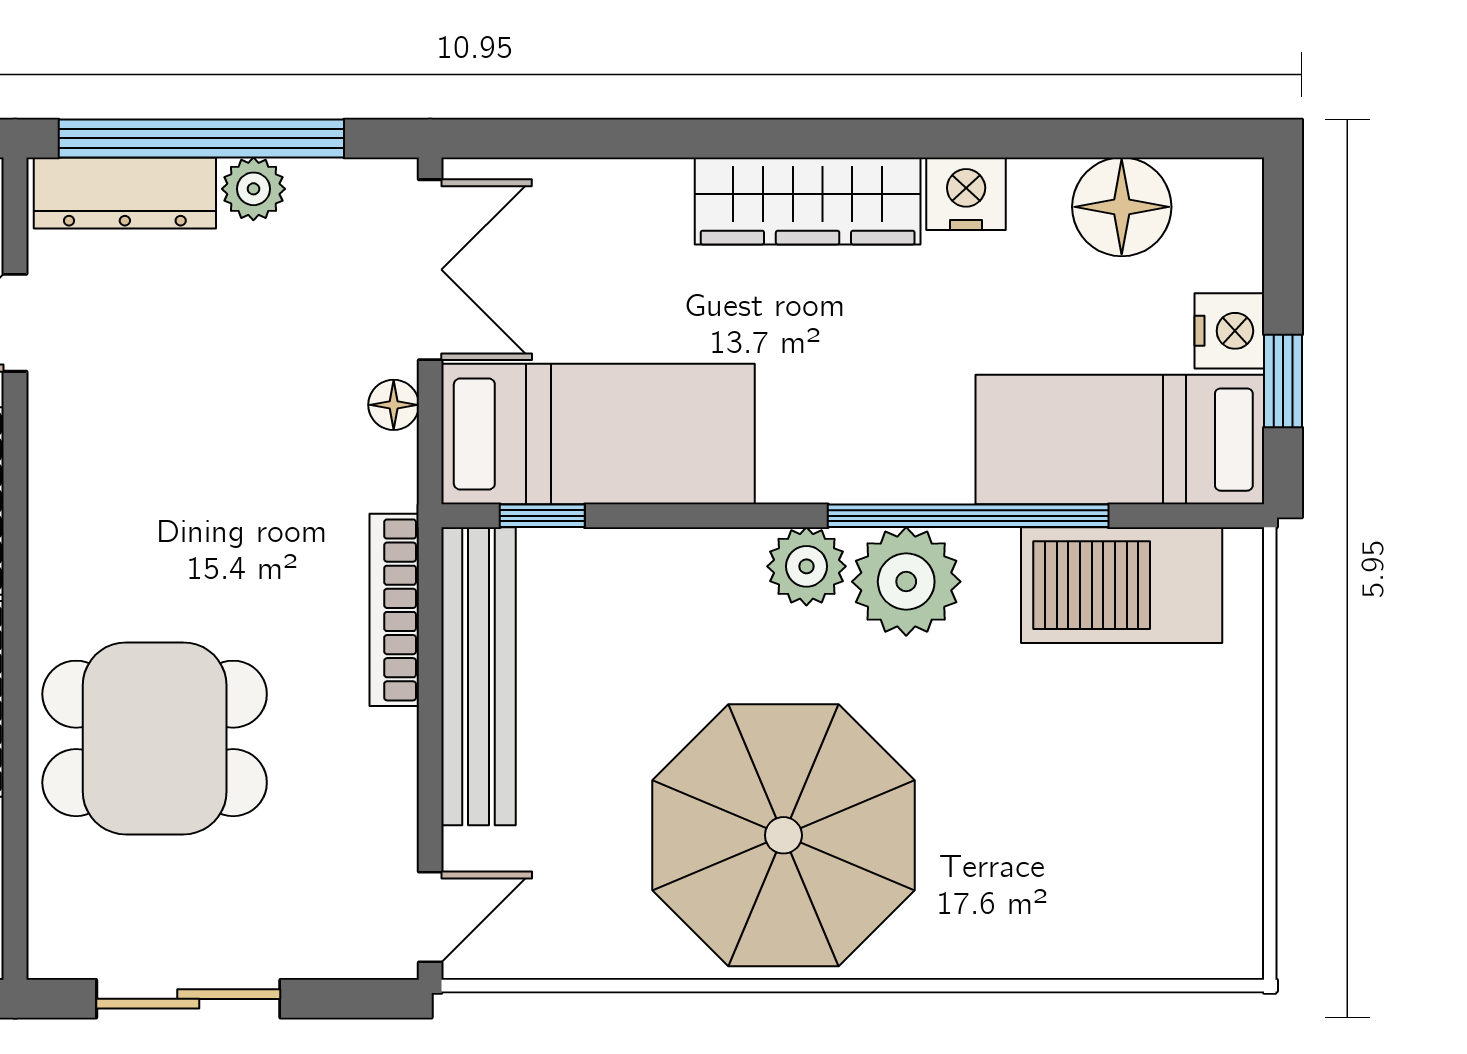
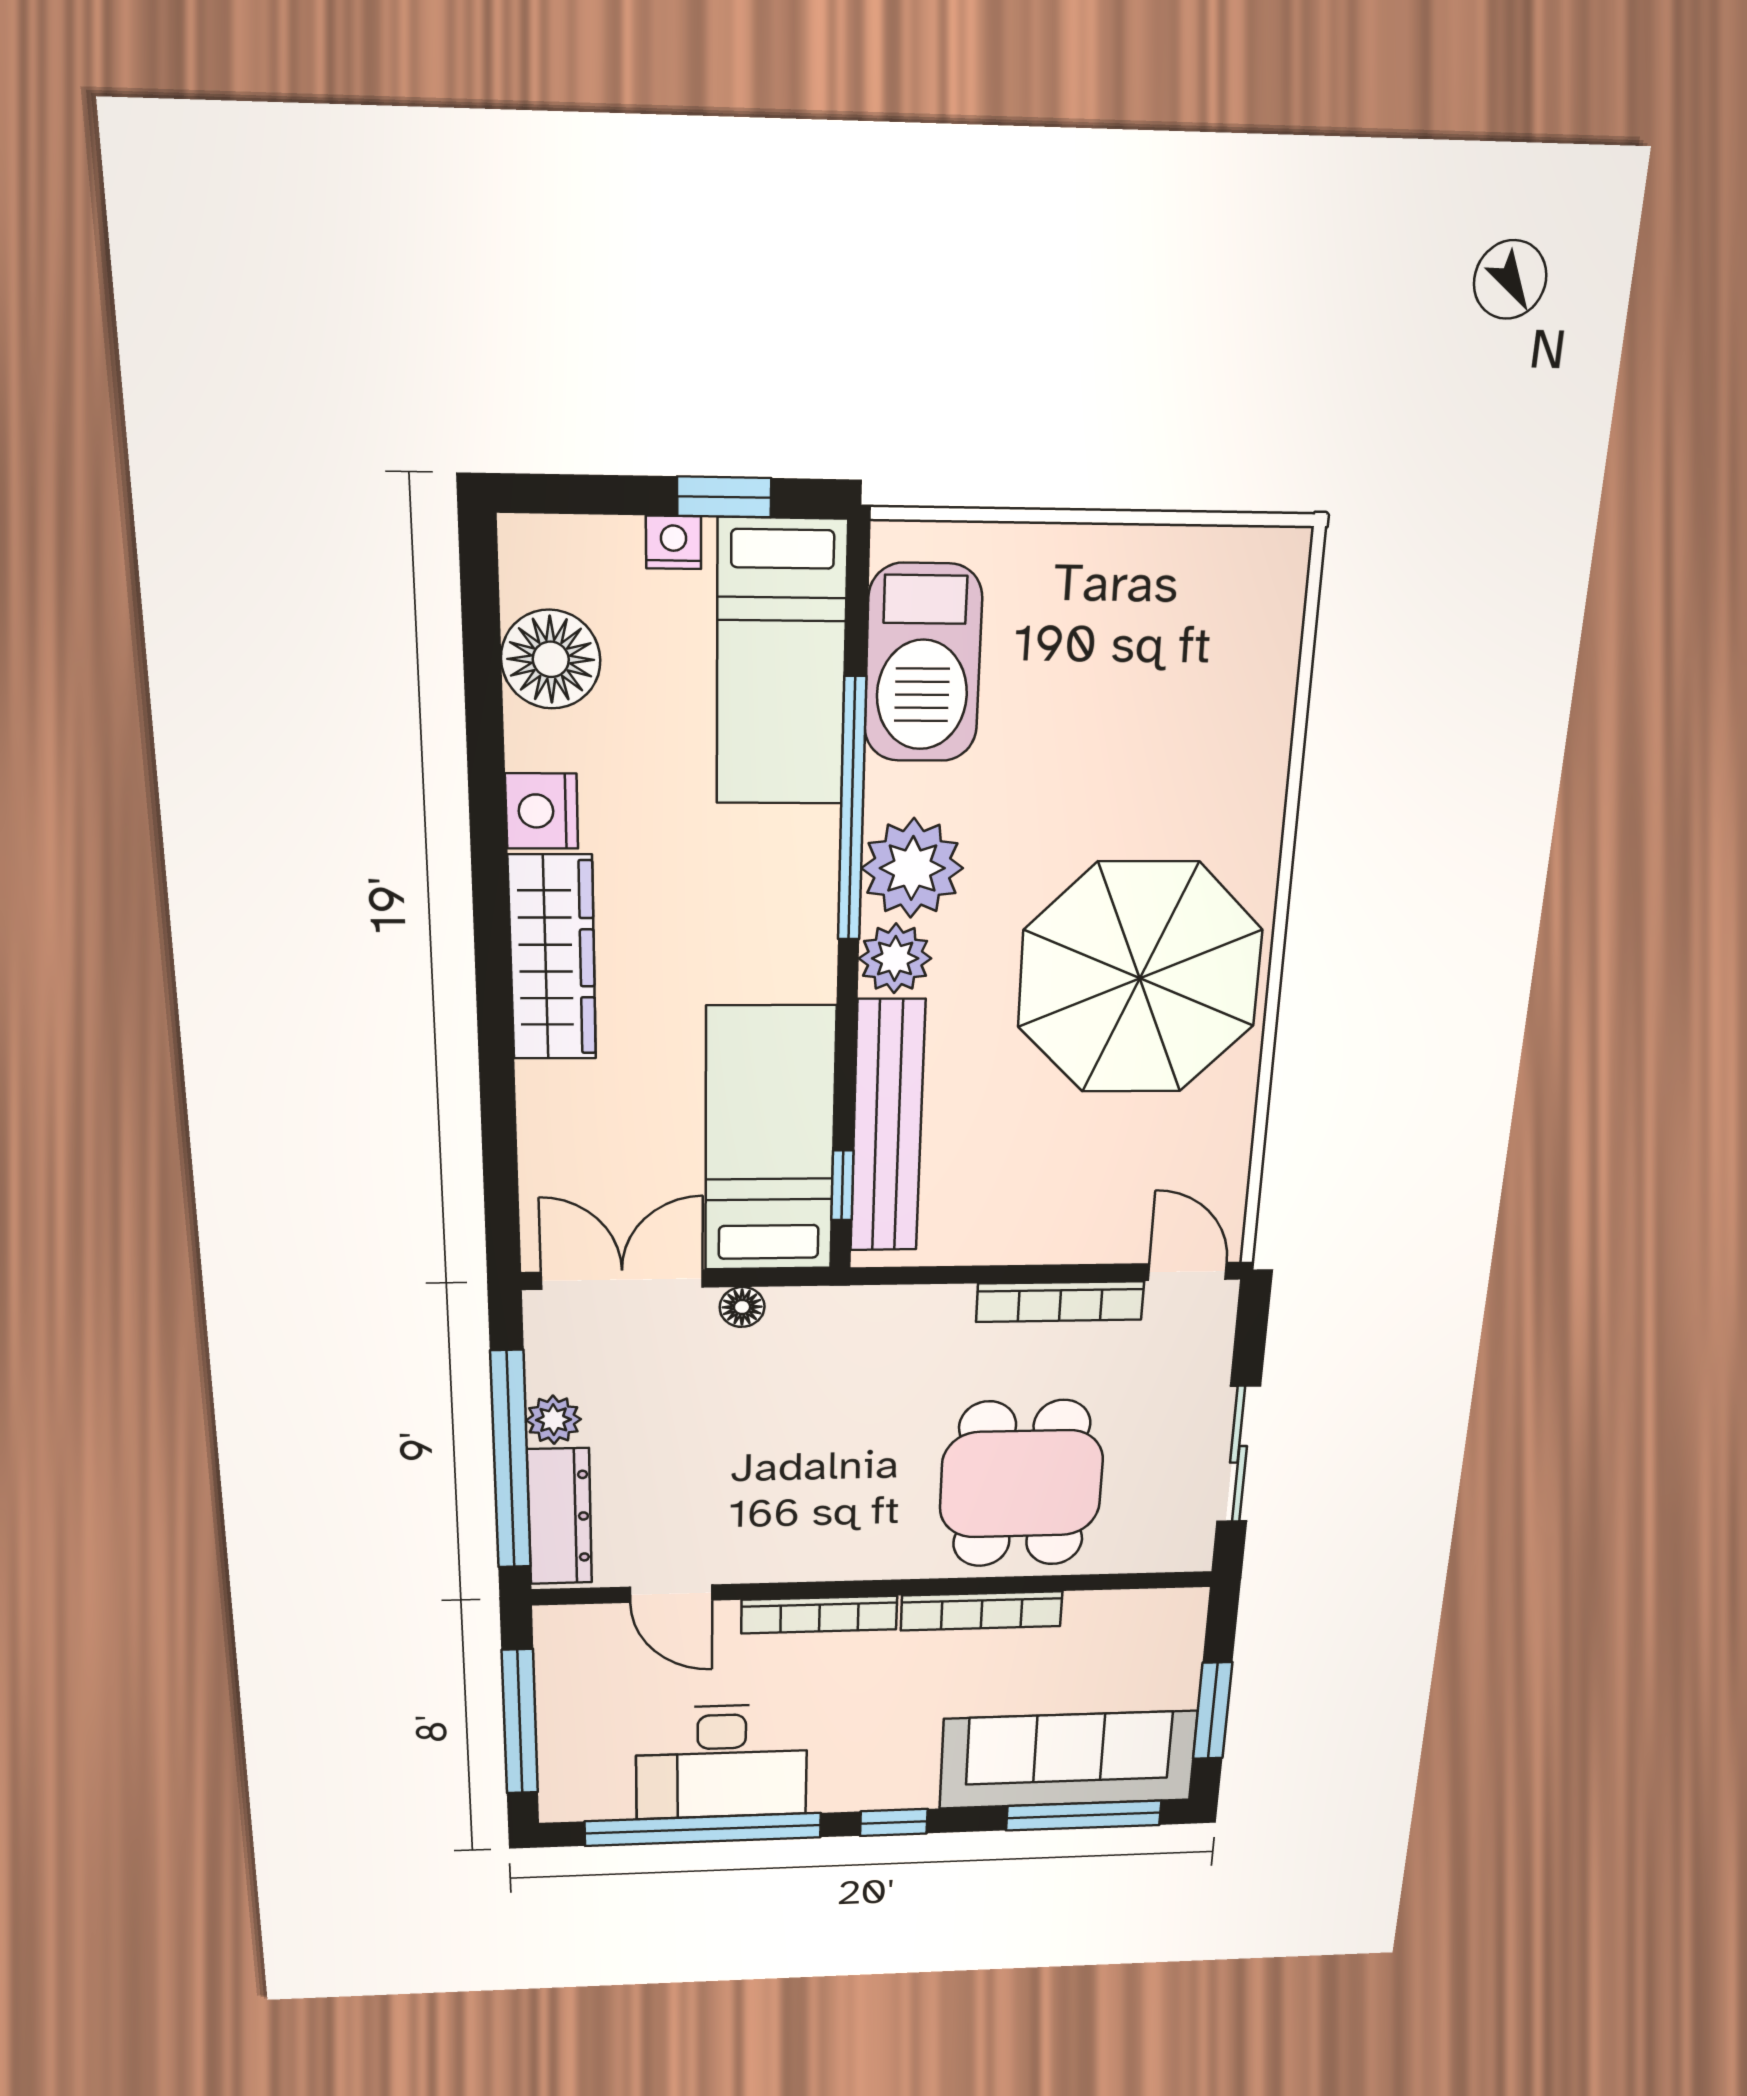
nightstand: (1229, 331) -> (674, 542), width x0.72, depth x0.74
bookcase: (394, 610) -> (1060, 1302), moved
bench: (479, 676) -> (887, 1127), moved, turned 90

